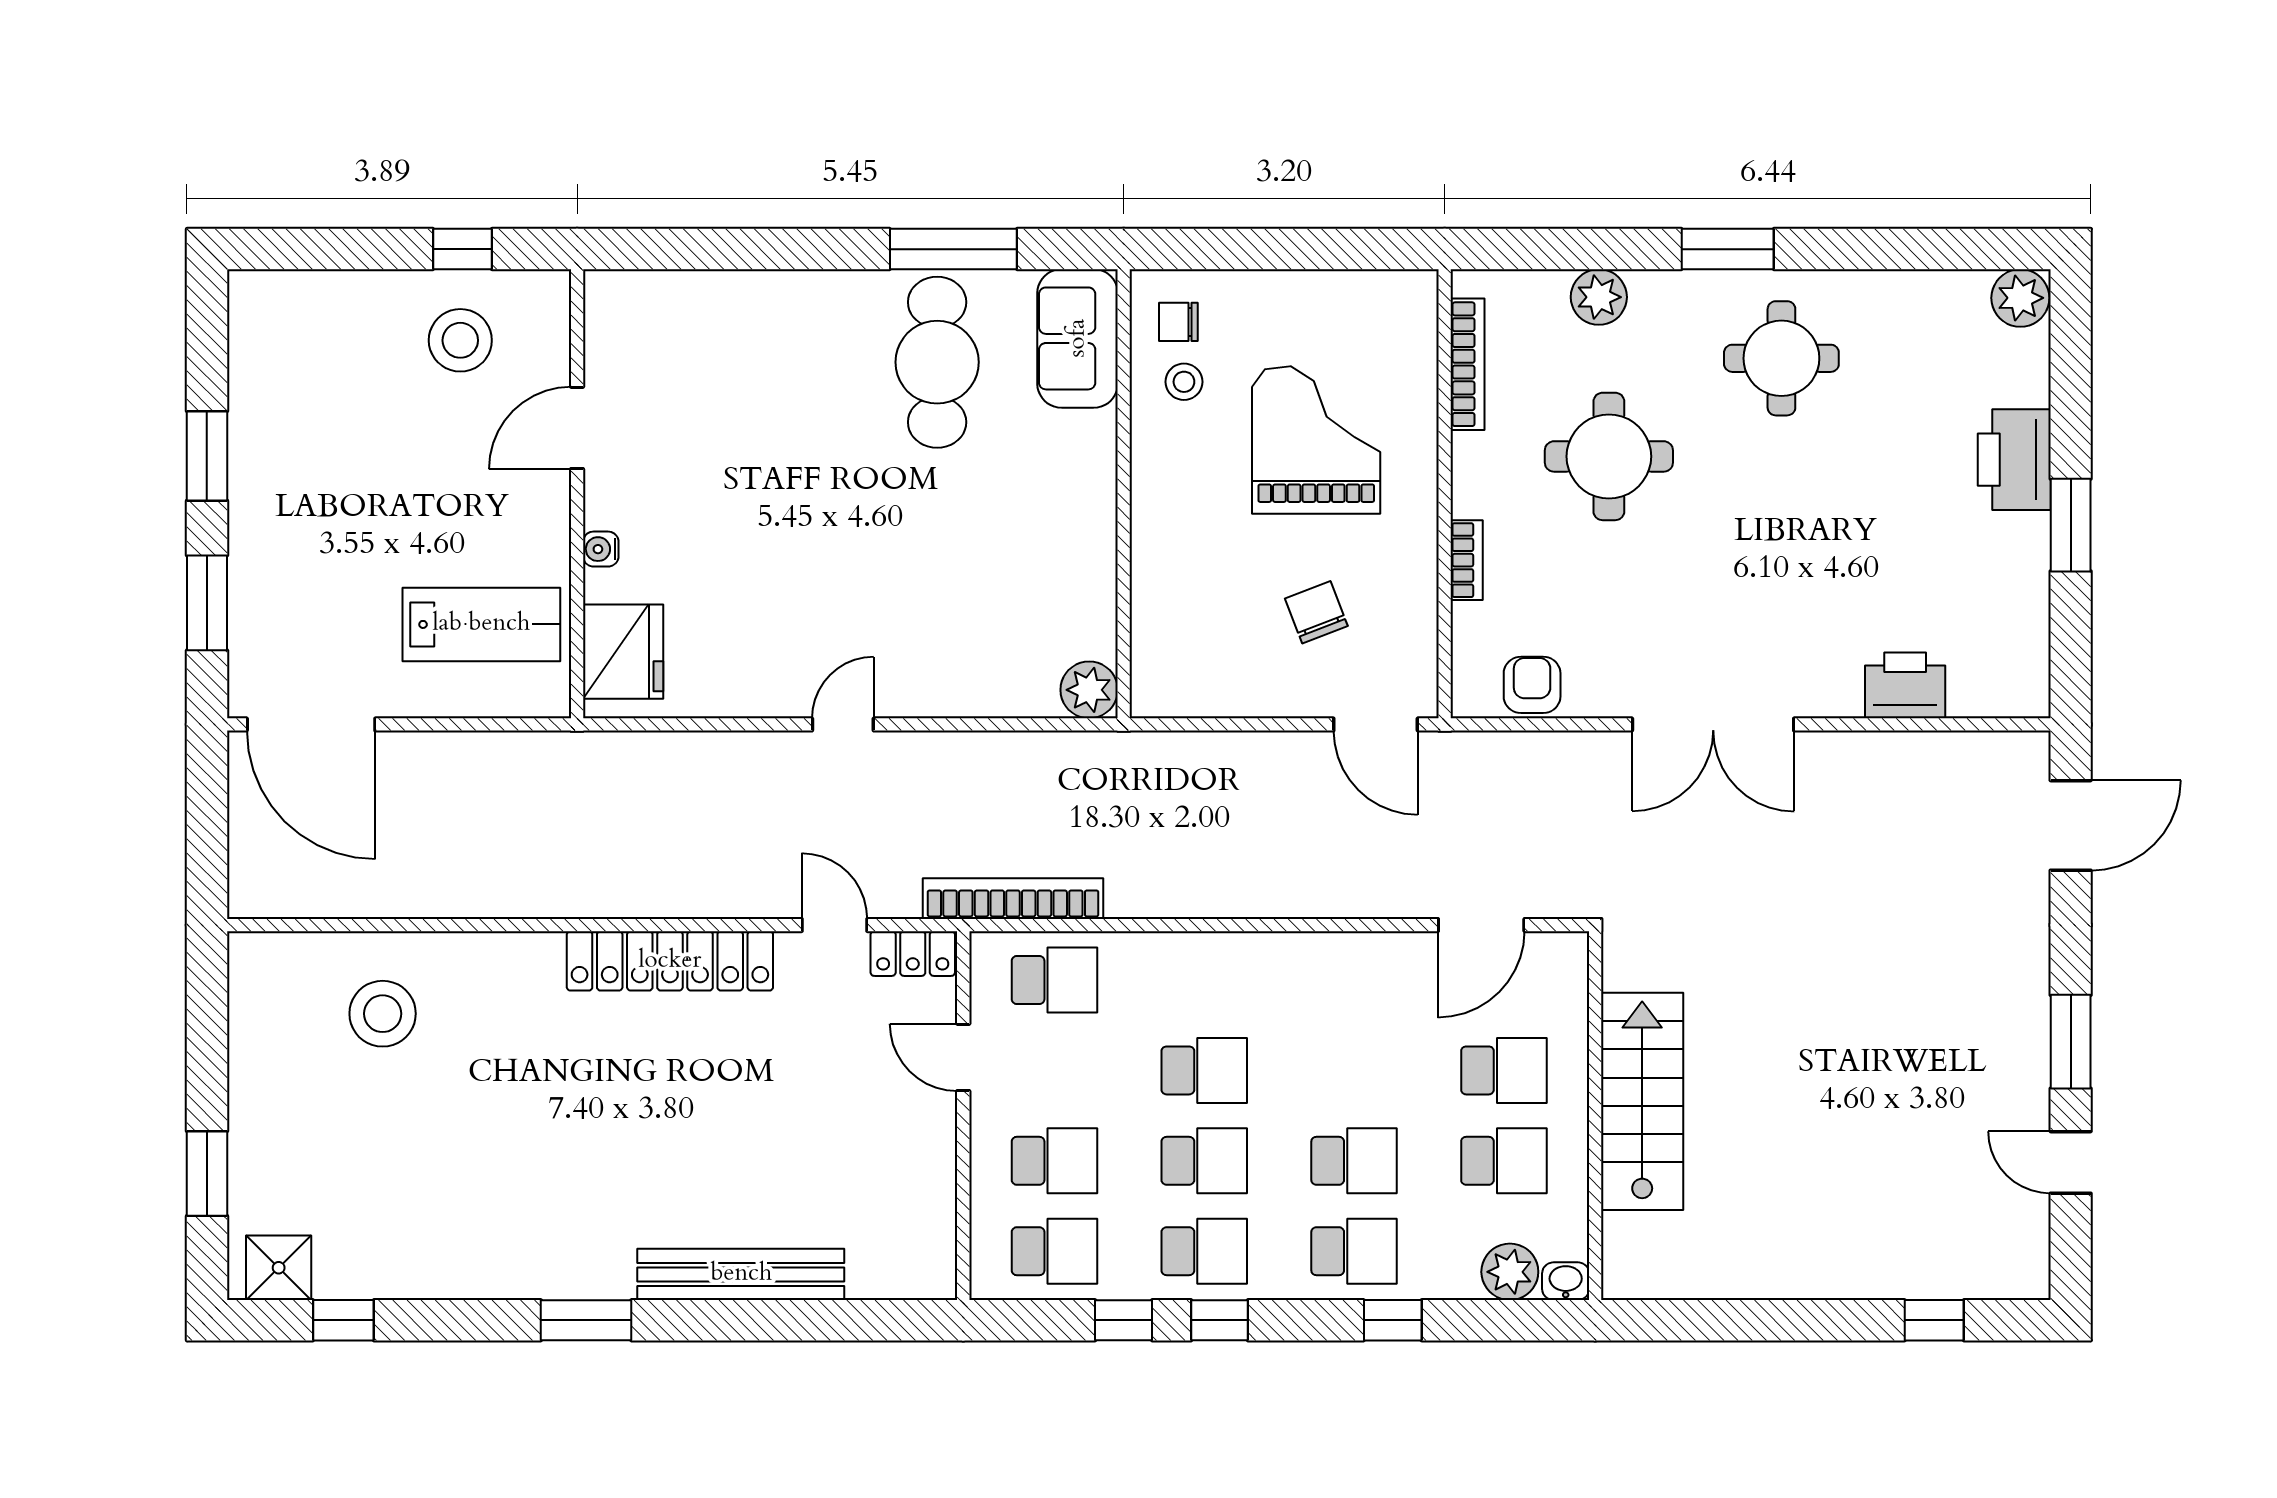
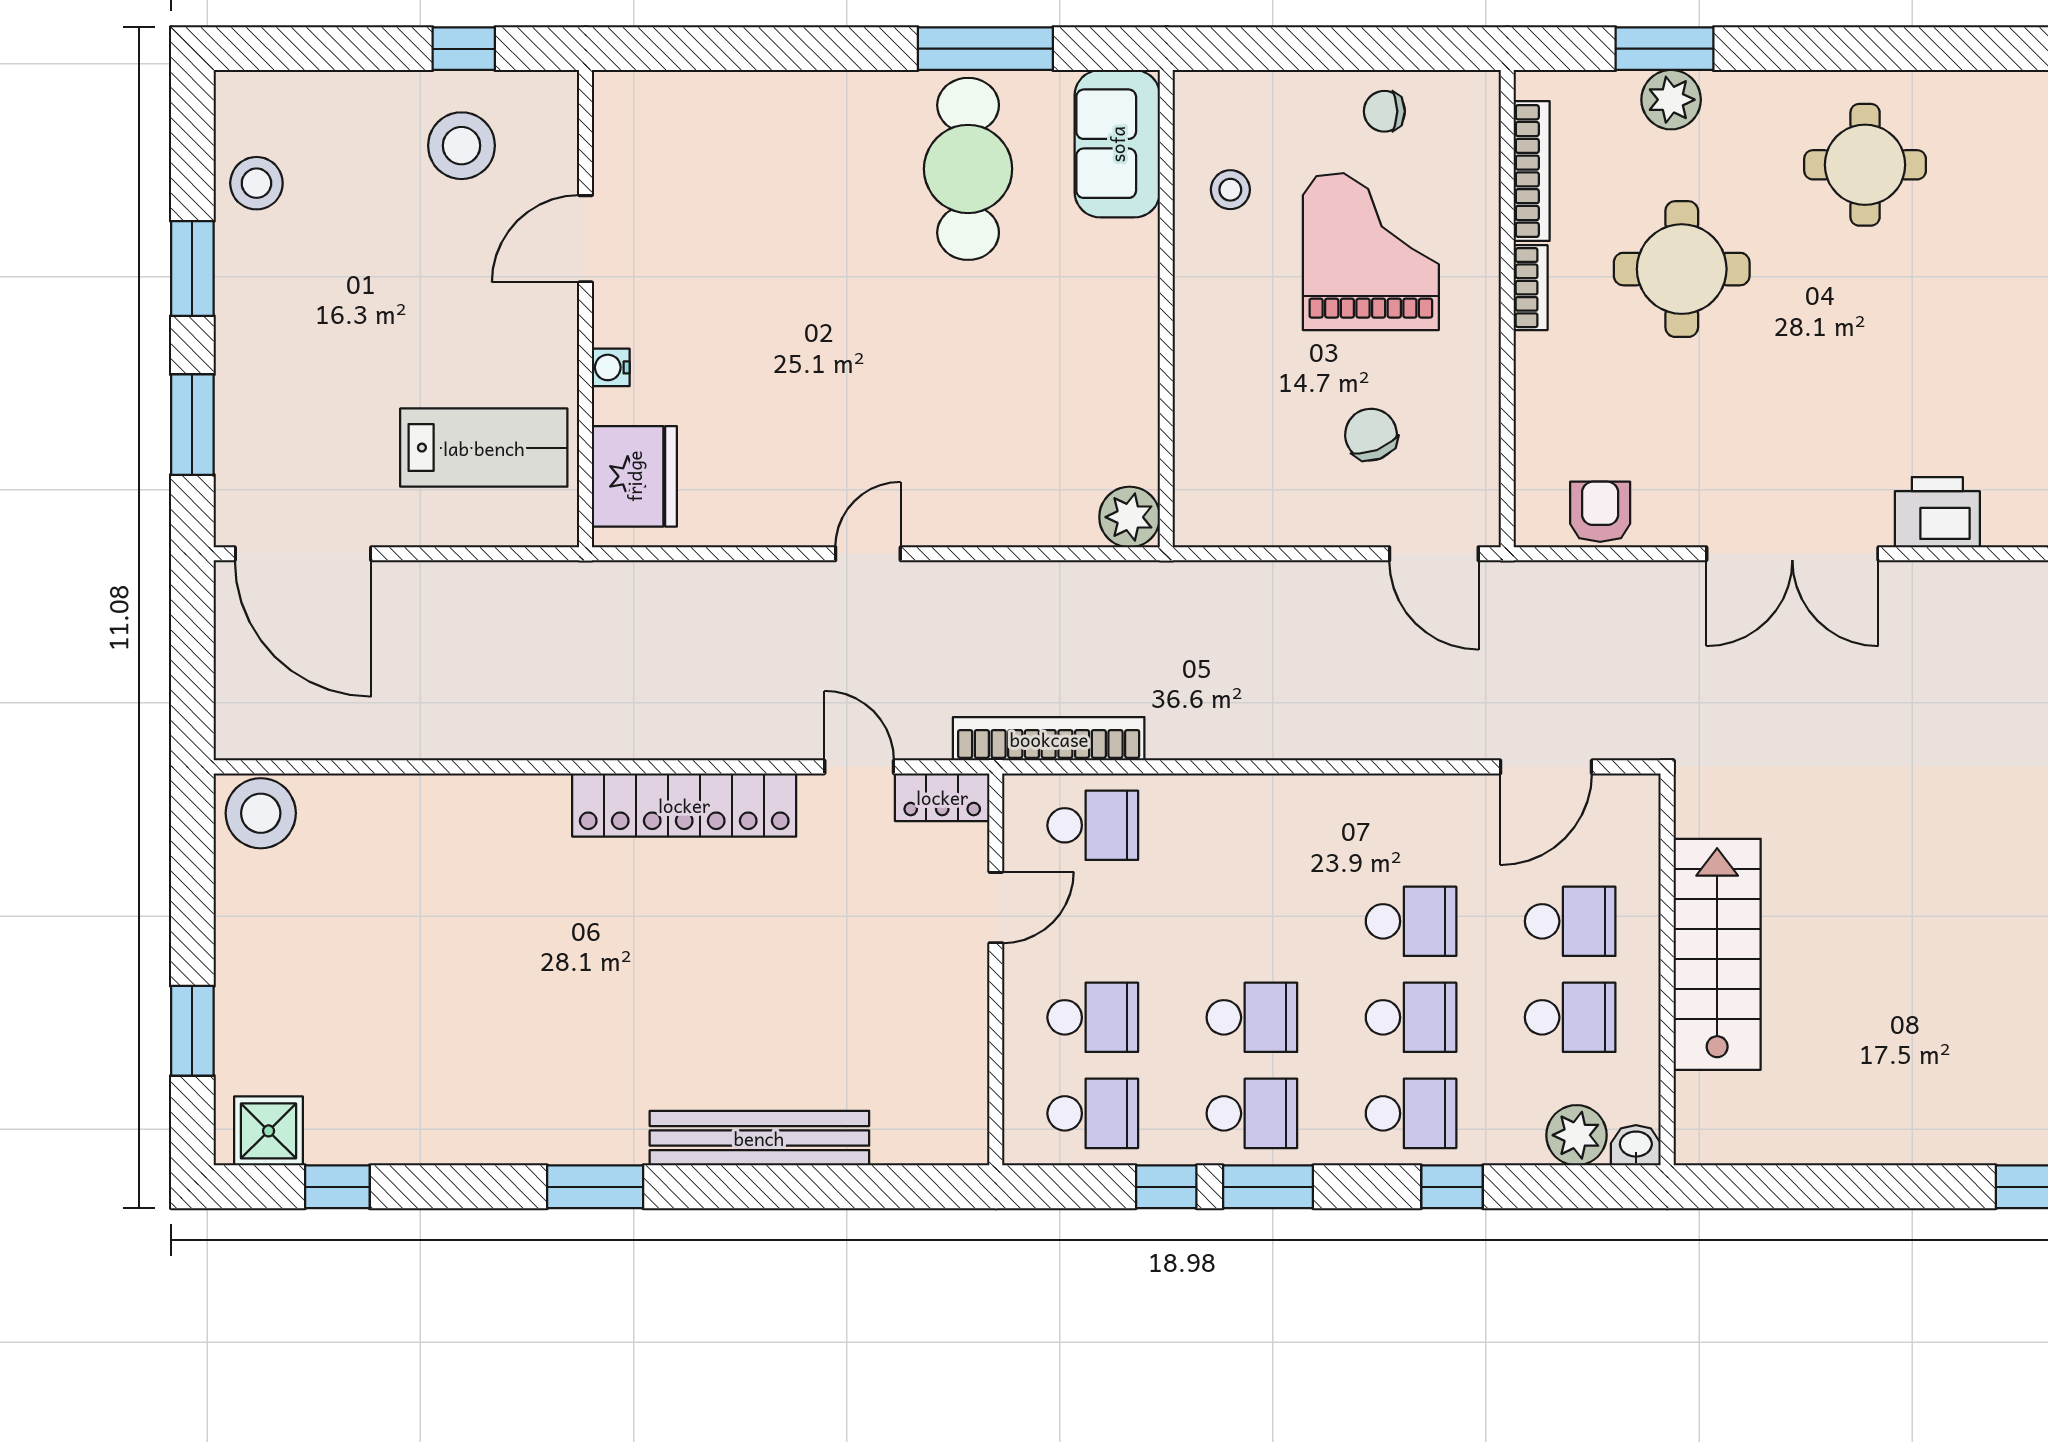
window: (1728, 249) -> (1664, 49), moved
chair: (1178, 322) -> (1384, 111), moved
stool: (267, 376) -> (256, 183), added
bookcase: (1467, 560) -> (1531, 288), moved
printer: (1905, 685) -> (1937, 512), moved
stool: (383, 1014) -> (261, 813), moved
door: (963, 1057) -> (996, 908), swing flipped
school desk: (1204, 1070) -> (1411, 921), moved
window: (1219, 1320) -> (1268, 1187), width x1.50

